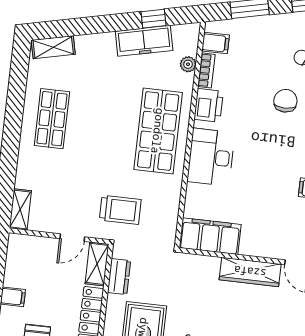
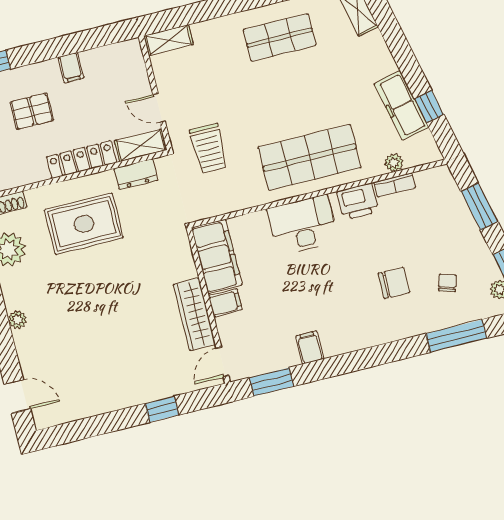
filing cabinet: (216, 43) -> (225, 303), moved, turned -90

